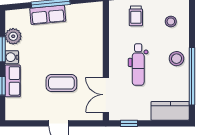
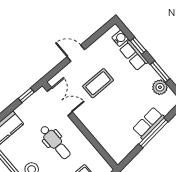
water cooler: (12, 57) -> (120, 38), moved
dental chair: (138, 65) -> (55, 142), turned 180

